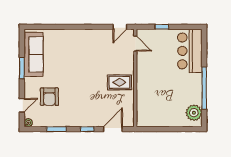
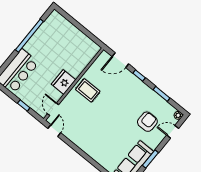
door: (120, 27) -> (54, 131), hinge flipped
fridge: (145, 73) -> (63, 82), added
plant: (194, 113) -> (52, 24), removed

